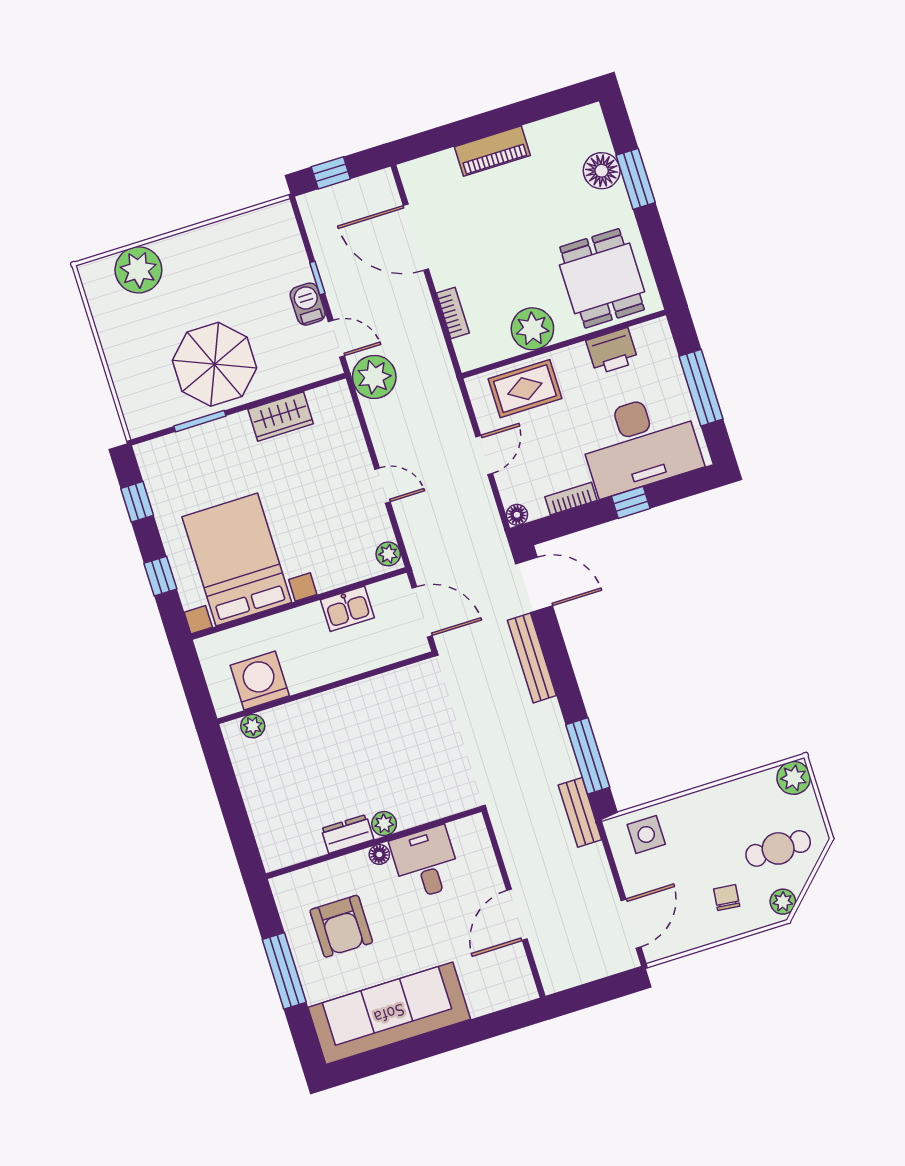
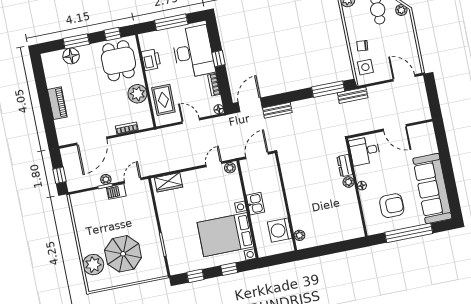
window: (661, 259) -> (112, 34), added
dining table: (602, 278) -> (118, 61), turned 90
parasol: (214, 364) -> (123, 254), moved
plant: (374, 377) -> (106, 179), moved, width x0.53, depth x0.53
wardrobe: (281, 417) -> (169, 182), moved, turned 90
door: (382, 485) -> (214, 164), moved
kitchen sink: (347, 609) -> (255, 204), moved
bench: (532, 658) -> (277, 110), width x0.73
dresser: (347, 834) -> (345, 166), moved
desk: (426, 863) -> (365, 151), moved
chair: (727, 898) -> (362, 46), moved
window: (284, 971) -> (409, 233), width x1.46

